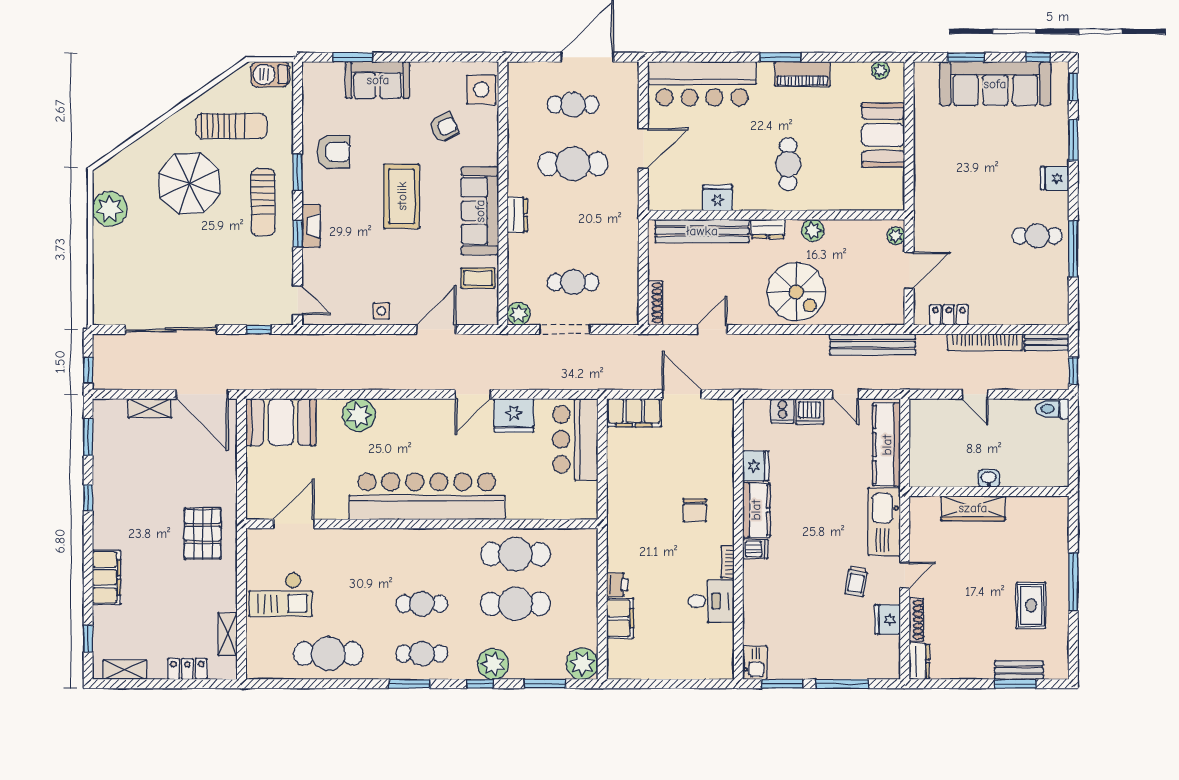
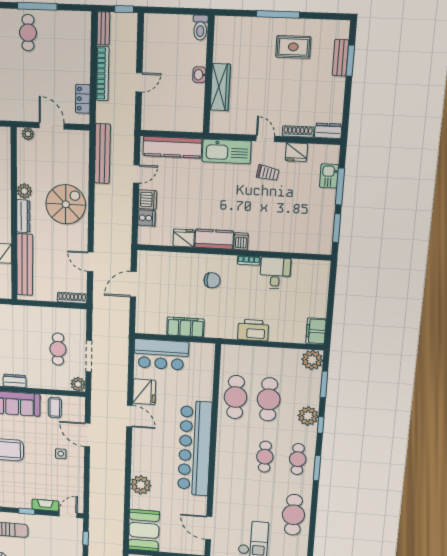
fireplace: (311, 226) -> (45, 505), moved
dresser: (768, 229) -> (23, 216), width x1.44
side table: (381, 311) -> (61, 454), moved
toilet: (1052, 409) -> (200, 28), moved
filing cabinet: (634, 413) -> (185, 327), moved, turned -90
printer: (617, 585) -> (253, 330), width x1.87, depth x1.48
filing cabinet: (620, 618) -> (316, 331), moved, turned -90
kitchen sink: (755, 663) -> (329, 176), moved, turned -90

